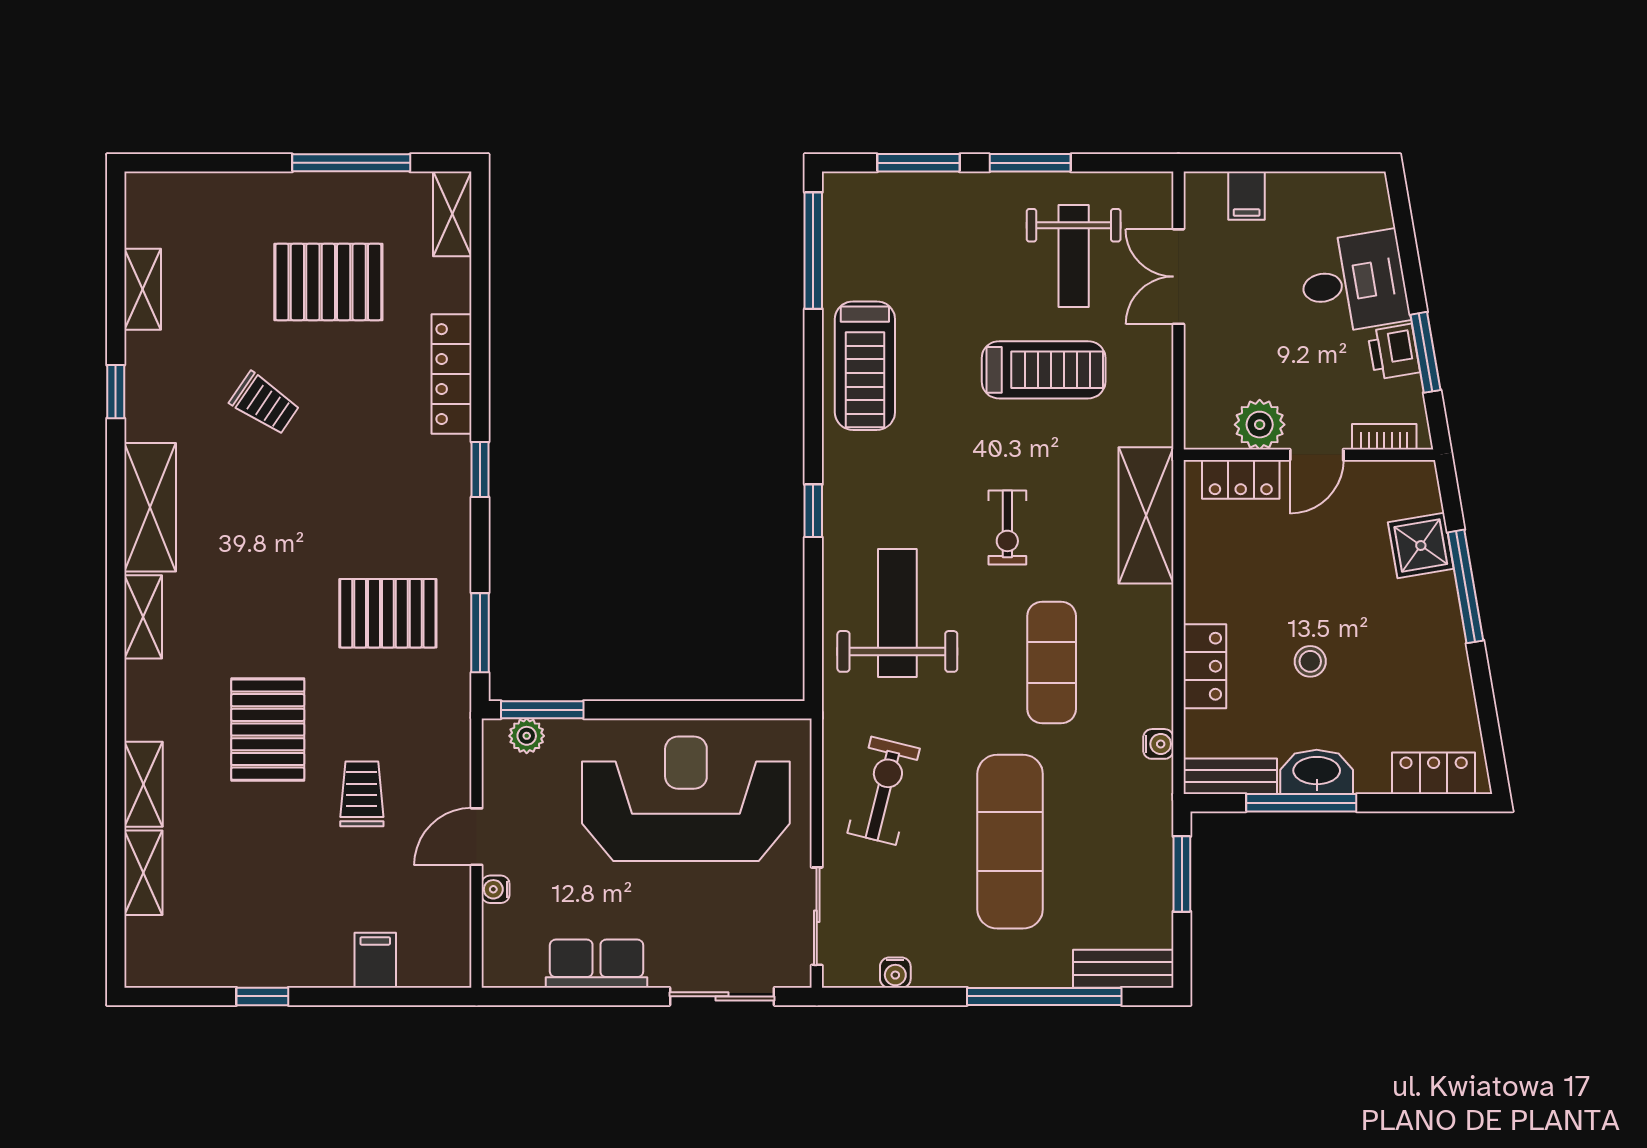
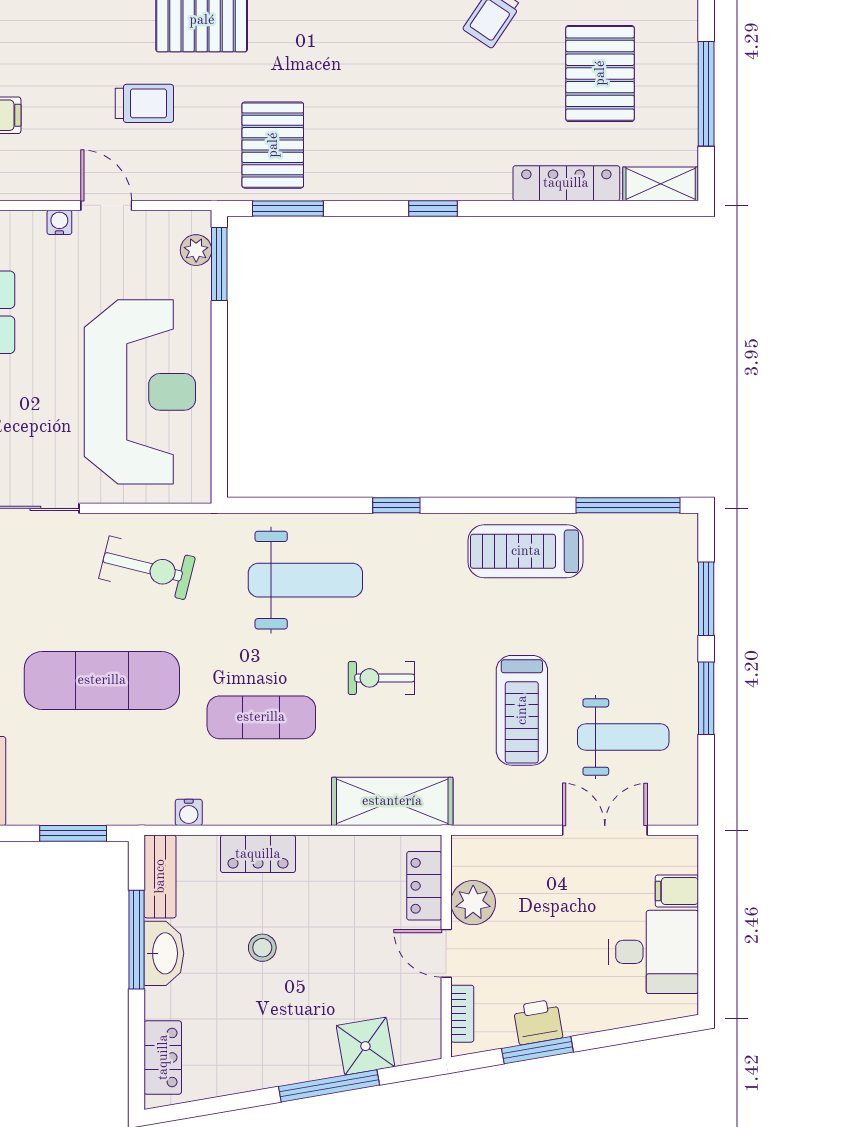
weight bench: (1074, 256) -> (623, 737), turned 180
desk: (1354, 282) -> (654, 952), moved, turned -80
locker: (452, 374) -> (566, 183), moved
pallet: (388, 613) -> (273, 145), moved

